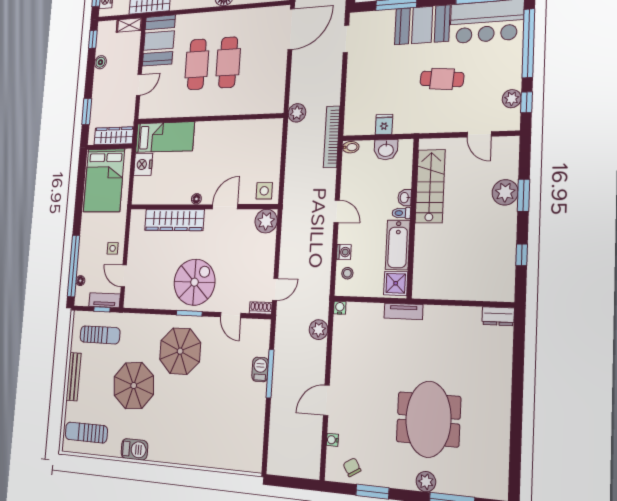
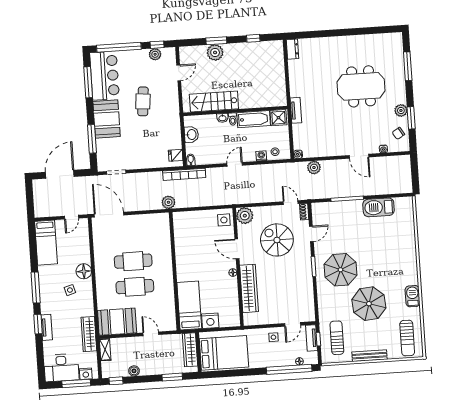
fridge: (384, 124) -> (176, 155), moved
spiral stairs: (194, 282) -> (277, 240), moved
barbecue: (260, 369) -> (379, 207), moved, width x1.88, depth x1.53
plant: (426, 482) -> (401, 110), moved

